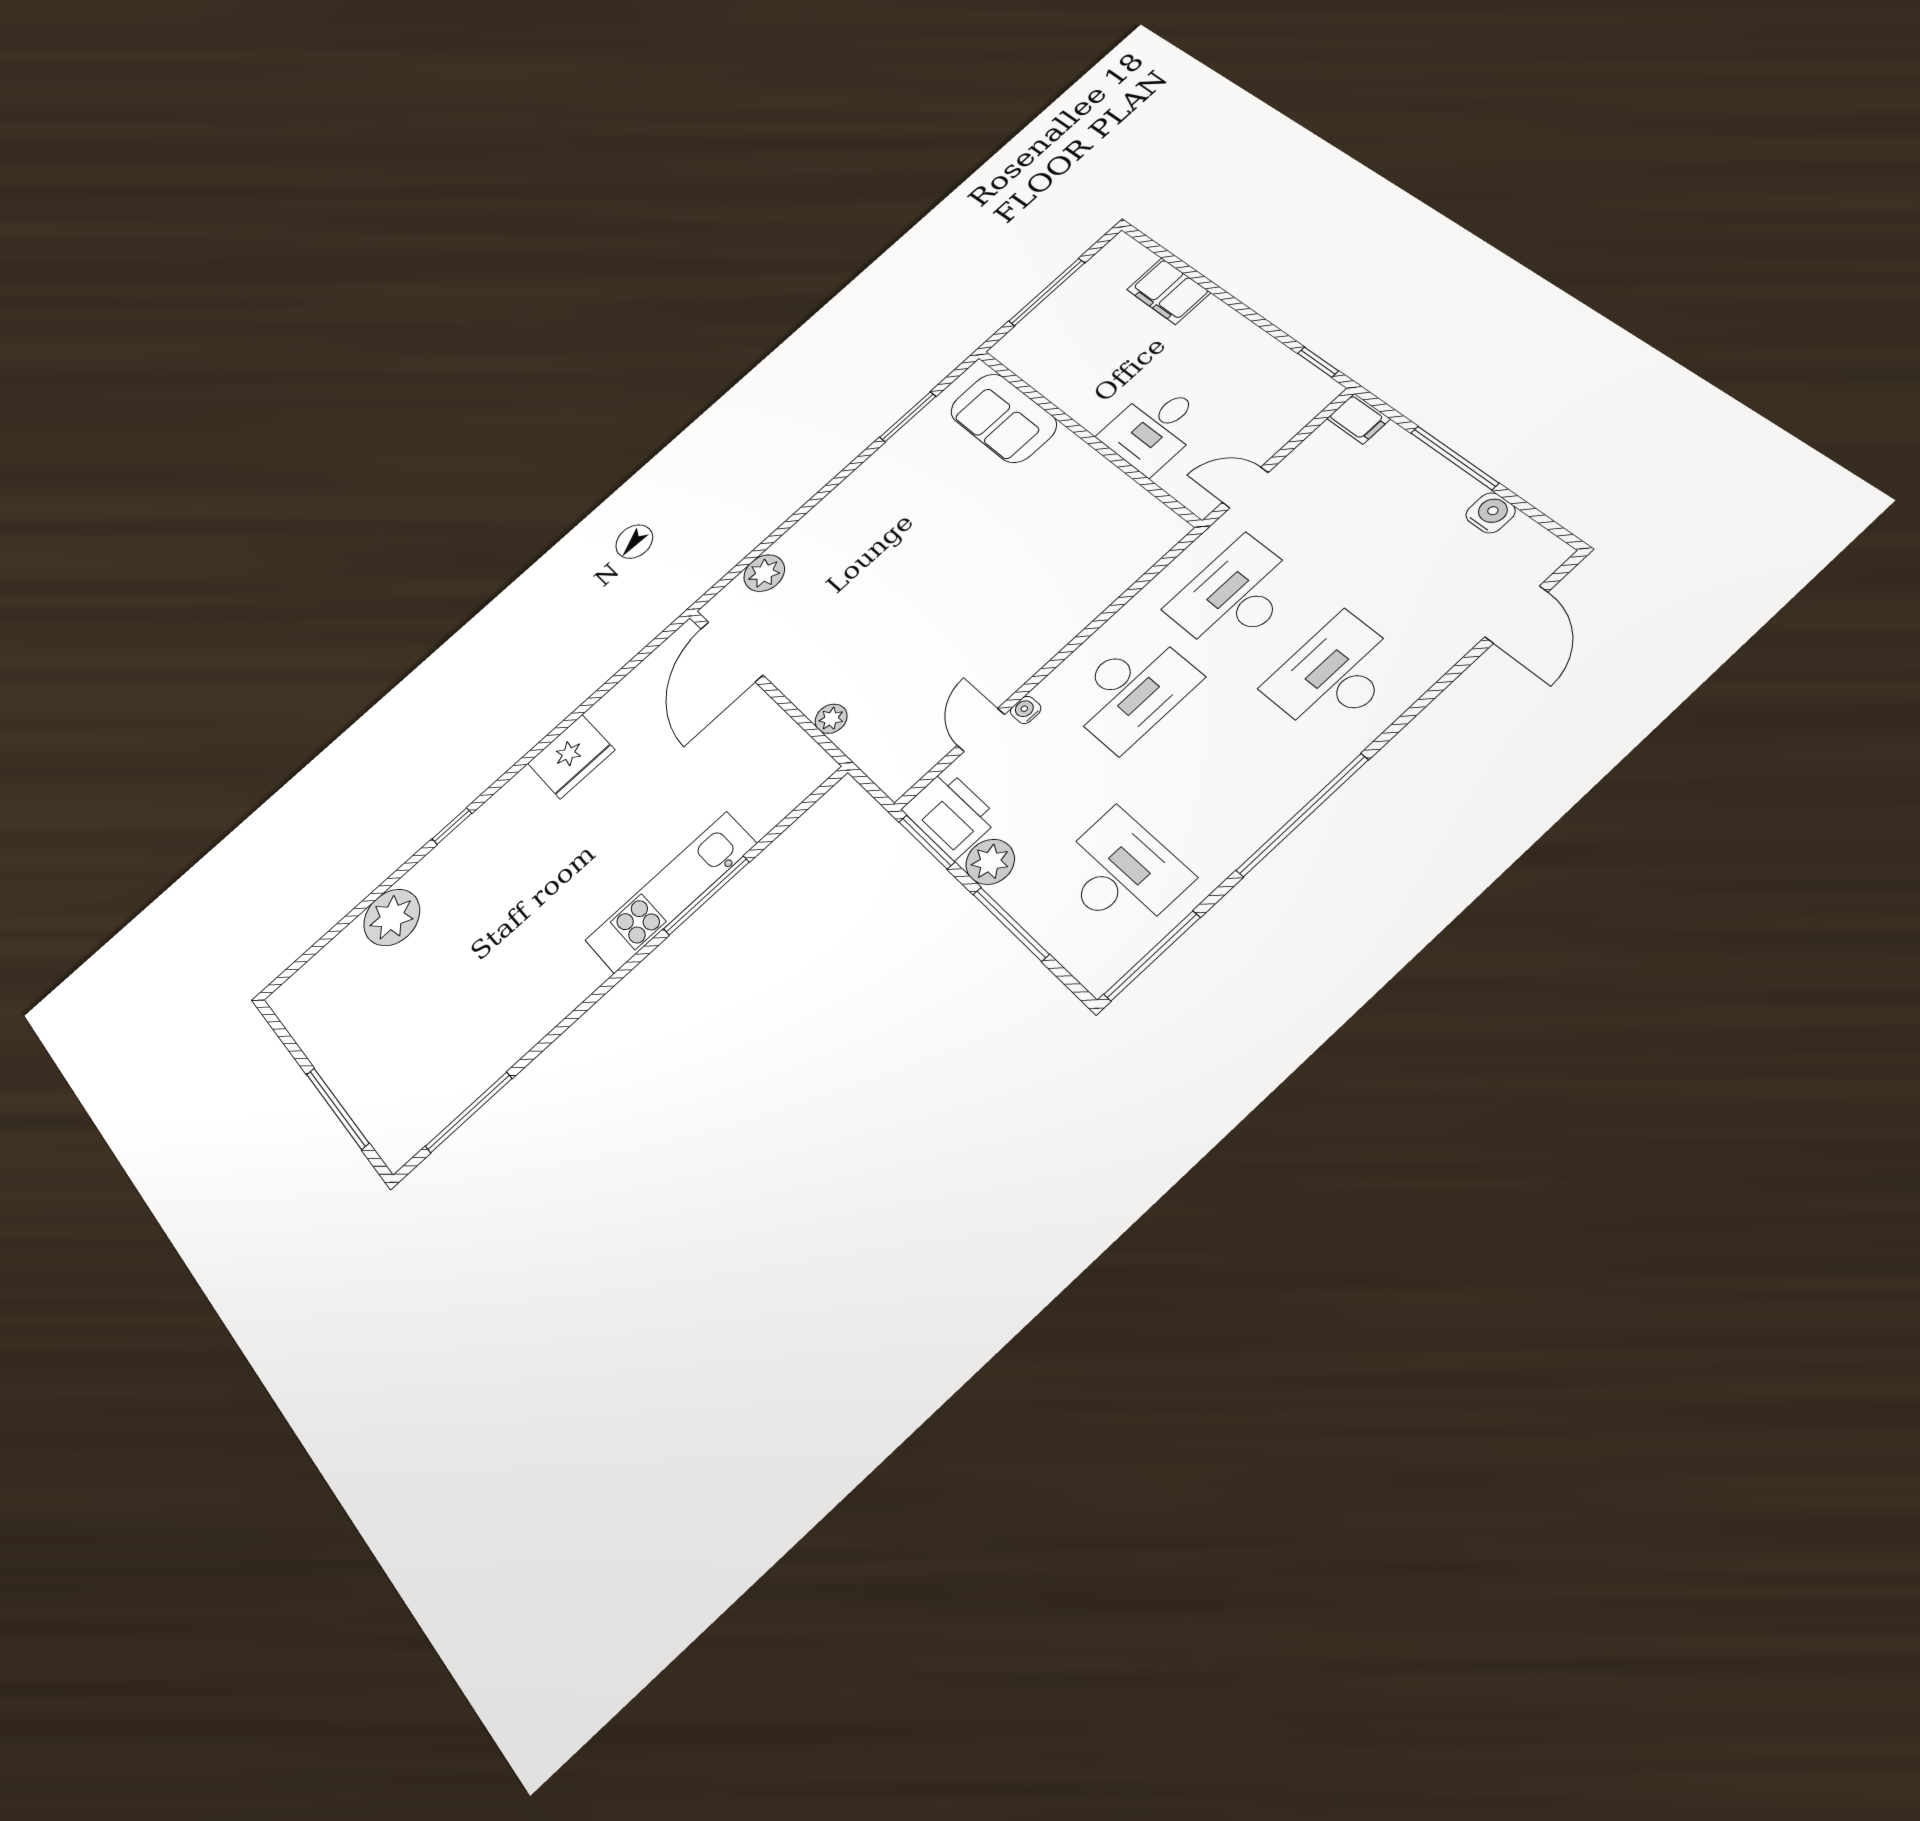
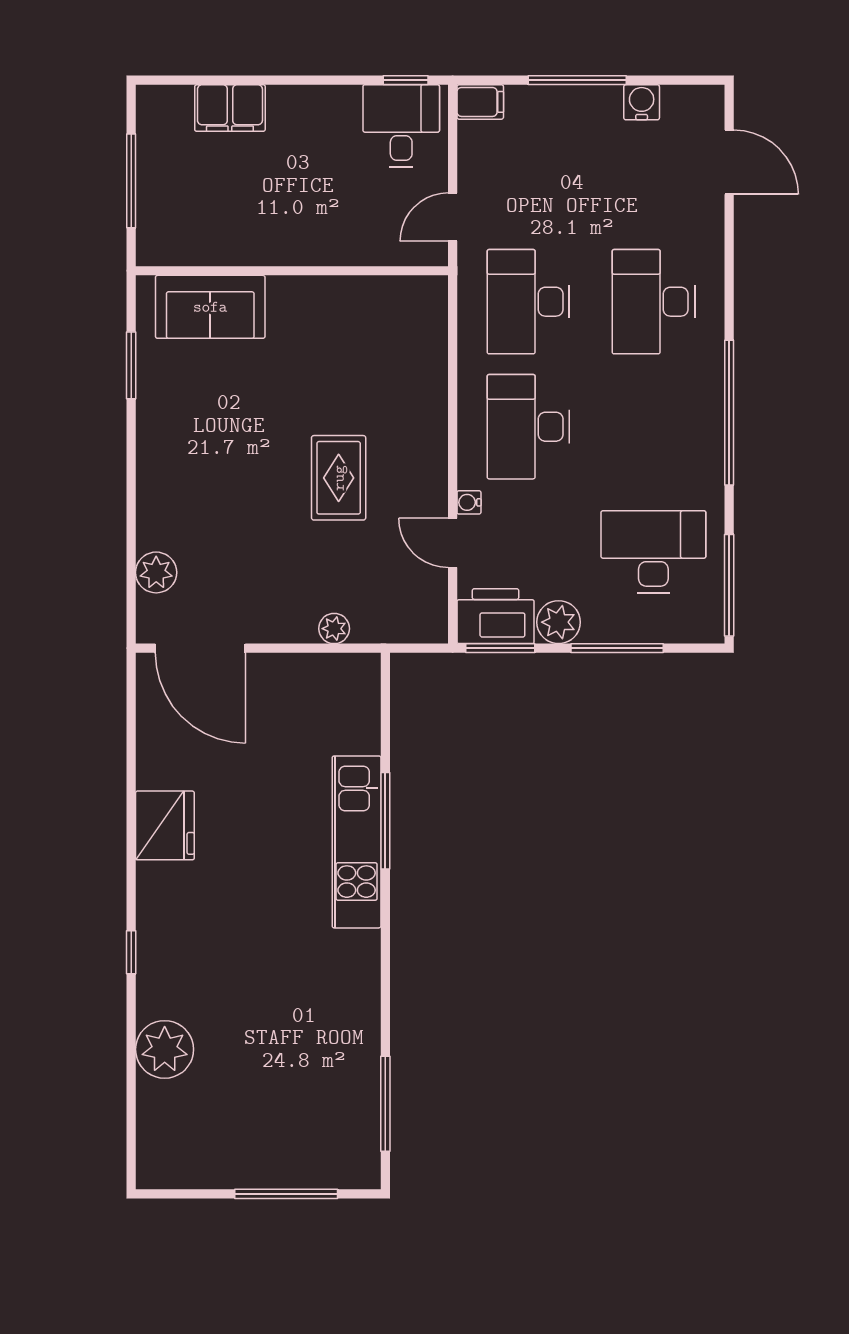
desk: (1154, 429) -> (401, 126), moved, turned 180
rug: (955, 611) -> (339, 478), added
desk: (1132, 691) -> (528, 427), turned 180

